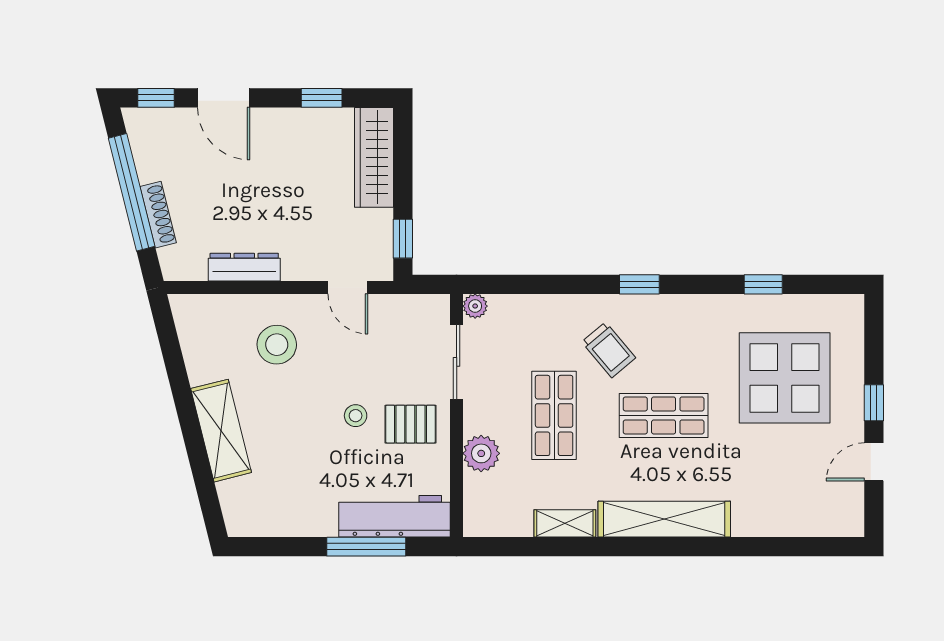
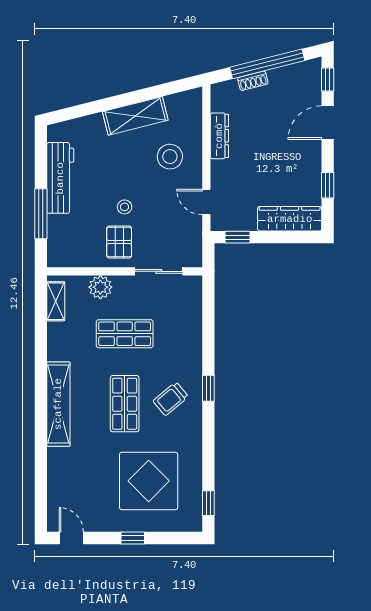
shoe rack: (158, 215) -> (253, 81), width x0.70
window: (763, 284) -> (208, 503), moved
door: (348, 287) -> (206, 202), hinge flipped
plant: (475, 306) -> (195, 283), removed
trolley: (609, 350) -> (171, 399), moved
shelving: (221, 431) -> (135, 116), moved
door: (874, 462) -> (71, 538), moved
workbench: (395, 516) -> (60, 178), moved
shelving: (565, 523) -> (56, 301), moved

